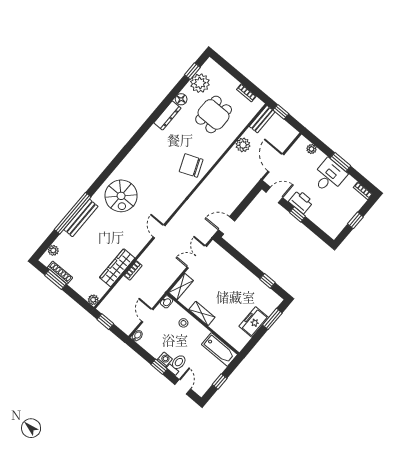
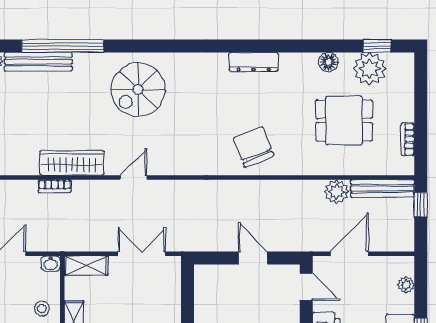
dresser: (167, 115) -> (254, 62), moved
bench: (262, 119) -> (382, 188), width x1.36
bench: (81, 218) -> (38, 62), moved
door: (226, 225) -> (253, 258), moved
wardrobe: (117, 268) -> (72, 163), moved

